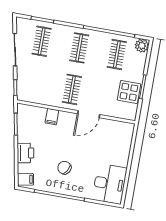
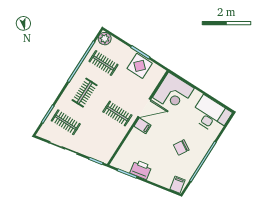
clothes rail: (79, 48) -> (85, 93), turned 90
door: (89, 114) -> (144, 108), hinge flipped
filing cabinet: (52, 117) -> (143, 126), moved
corner desk: (116, 137) -> (173, 93), added
printer: (25, 153) -> (141, 170), moved

